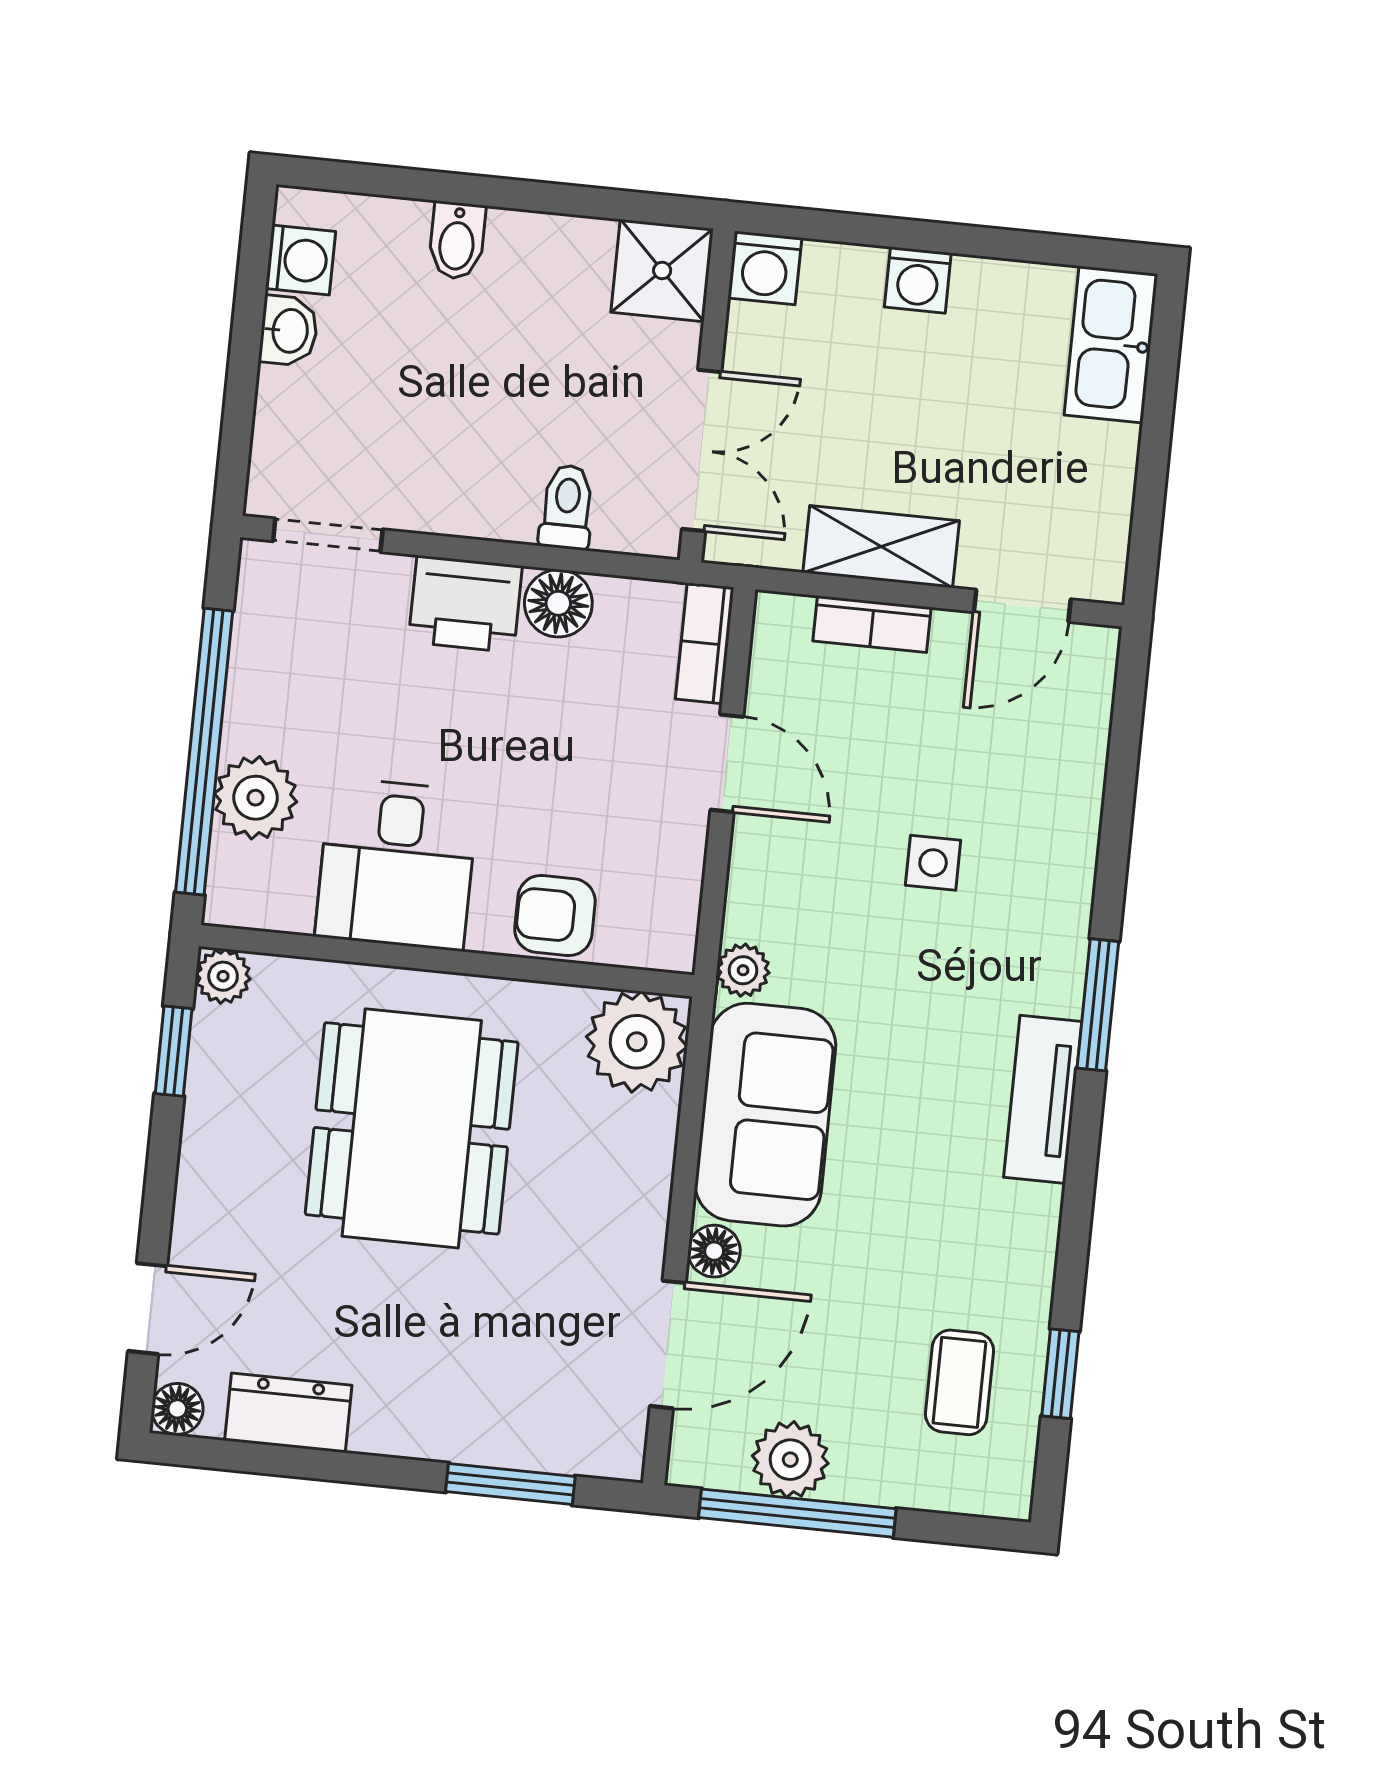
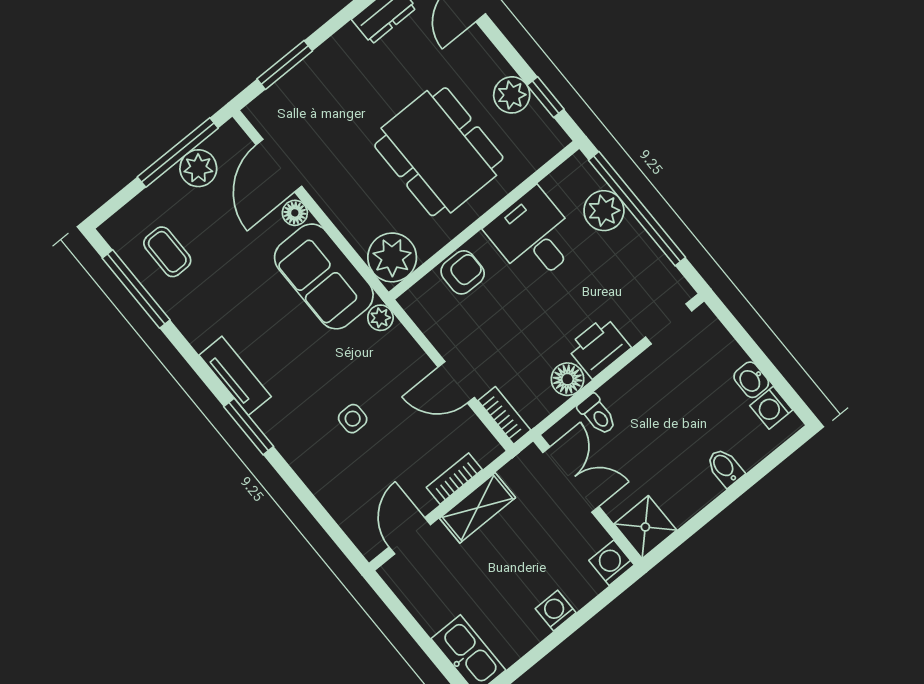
double door: (702, 450) -> (571, 479), swing flipped
plant: (223, 976) -> (512, 95), moved, width x1.38, depth x1.38
window: (1060, 1374) -> (136, 289), width x2.17

